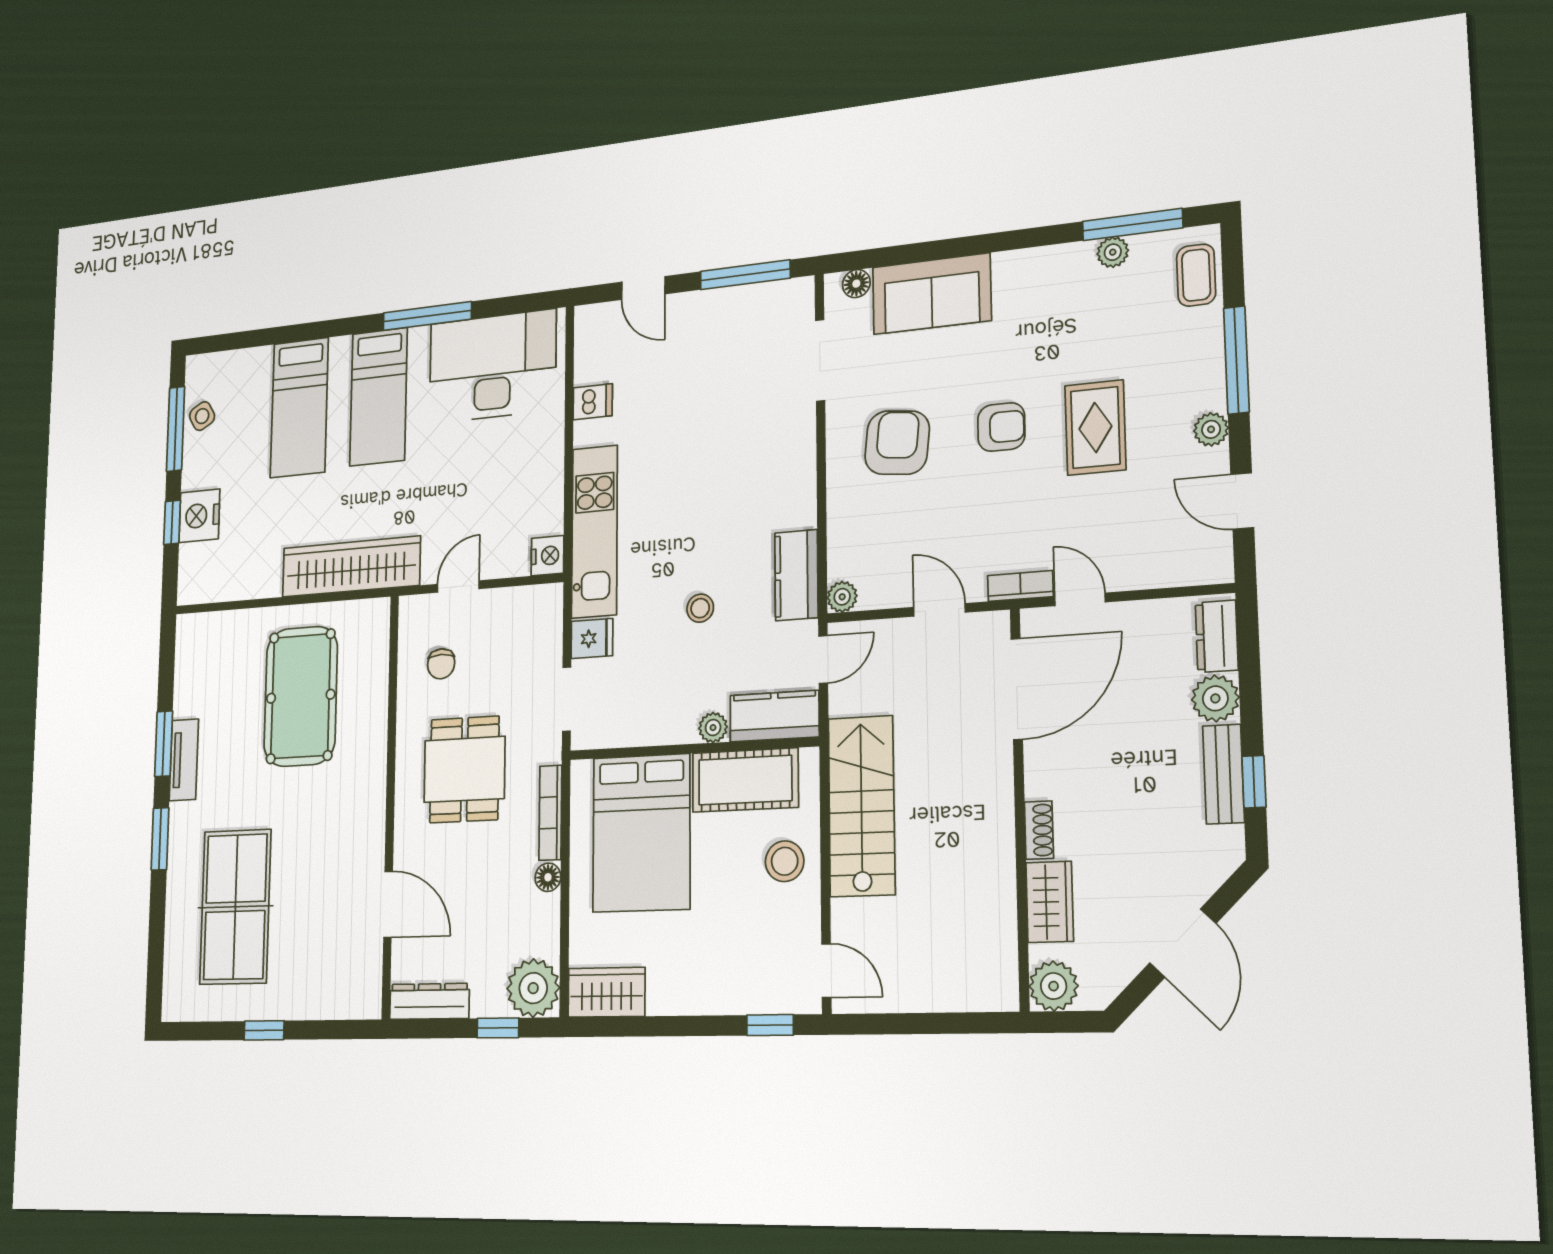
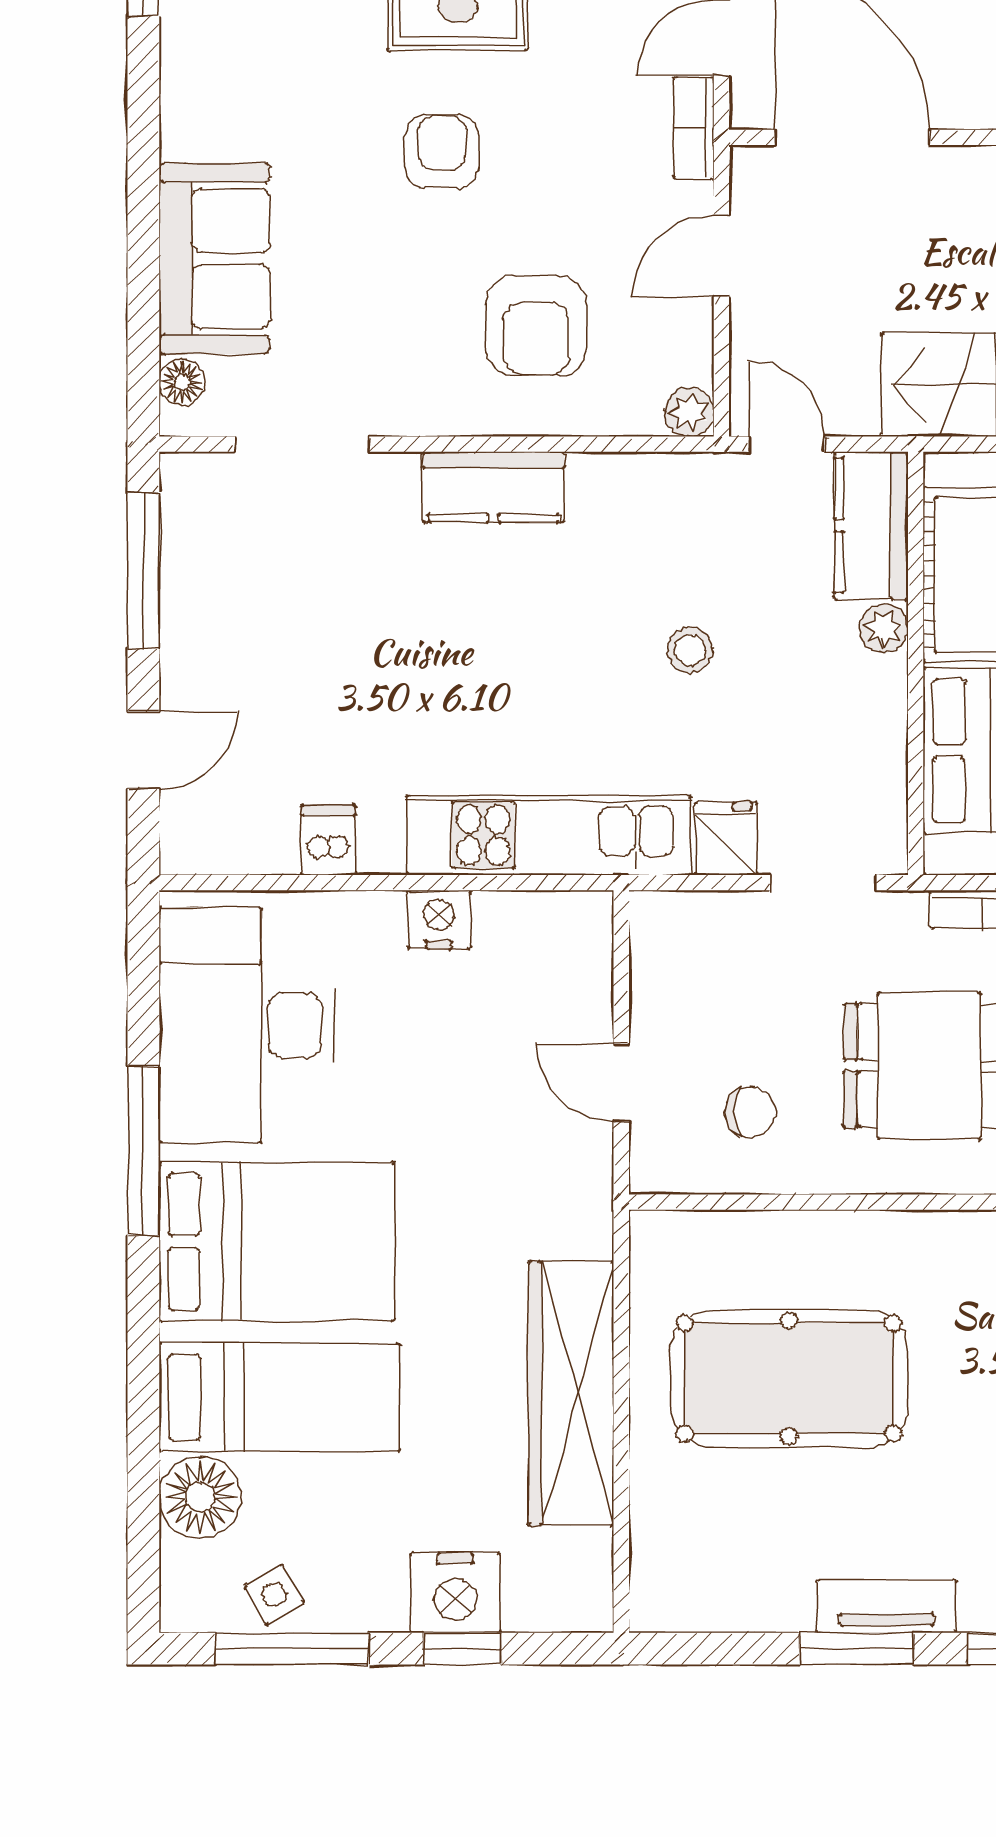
floor lamp: (251, 370) -> (200, 1498), added
bed: (378, 397) -> (277, 1242), width x1.50
armchair: (897, 443) -> (536, 326), moved, turned -96
nightstand: (547, 556) -> (439, 919), moved
wardrobe: (351, 567) -> (571, 1393), moved
kitchen counter: (796, 575) -> (493, 487), moved

